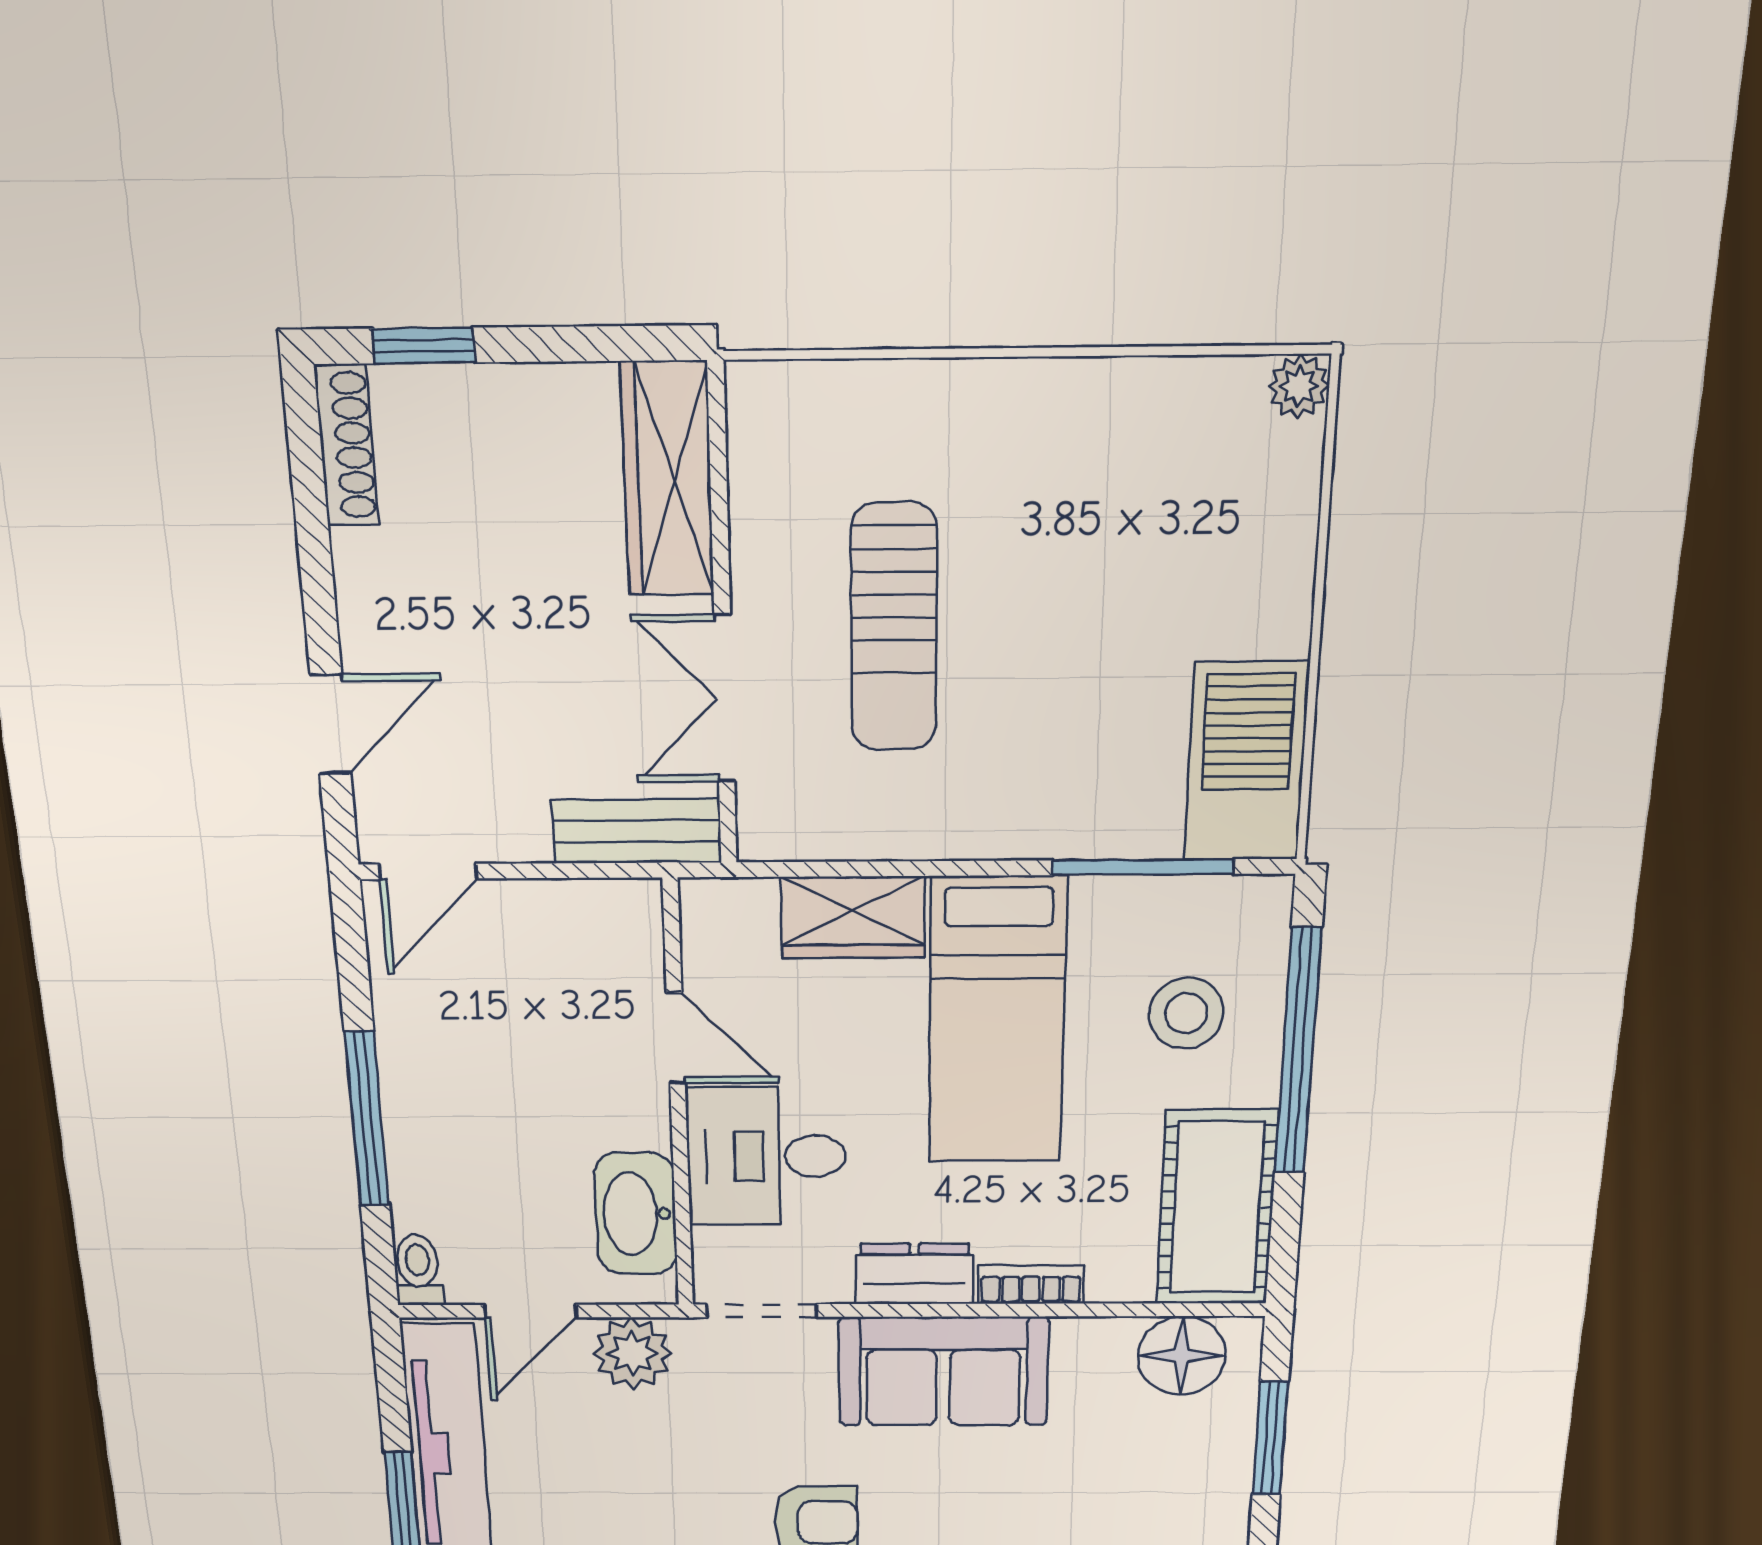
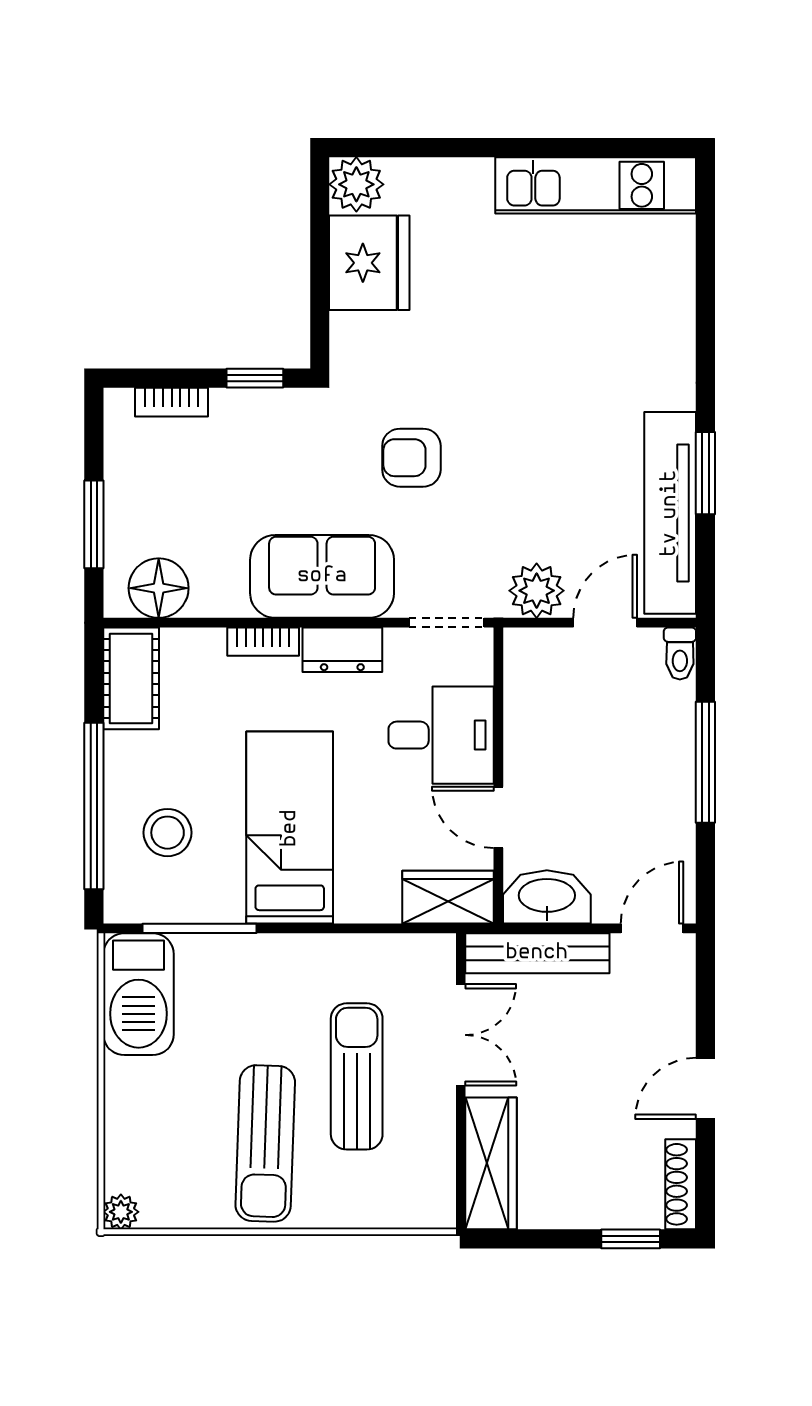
sun lounger: (1048, 511) -> (265, 1143), added
door: (331, 724) -> (705, 1088), moved
bench: (637, 831) -> (537, 953), width x1.36
wardrobe: (853, 917) -> (448, 897), moved
cot: (1217, 1208) -> (131, 678), width x0.73, depth x0.75
washbasin: (636, 1214) -> (547, 897), moved, turned -90

